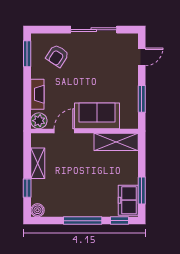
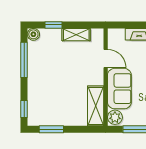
plant: (39, 121) -> (115, 117), moved
freezer: (128, 200) -> (43, 117), removed
window: (83, 221) -> (24, 60), moved

